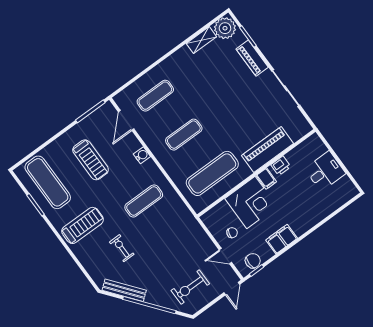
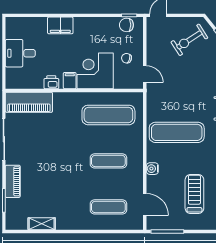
plant: (225, 28) -> (17, 220), removed
door: (126, 120) -> (145, 204), hinge flipped
piano: (268, 150) -> (29, 102), moved
exercise mat: (144, 201) -> (177, 132), width x1.36, depth x1.45
filing cabinet: (282, 239) -> (60, 25), moved
door: (225, 256) -> (145, 74), moved
exercise bike: (190, 287) -> (189, 40), turned 147

